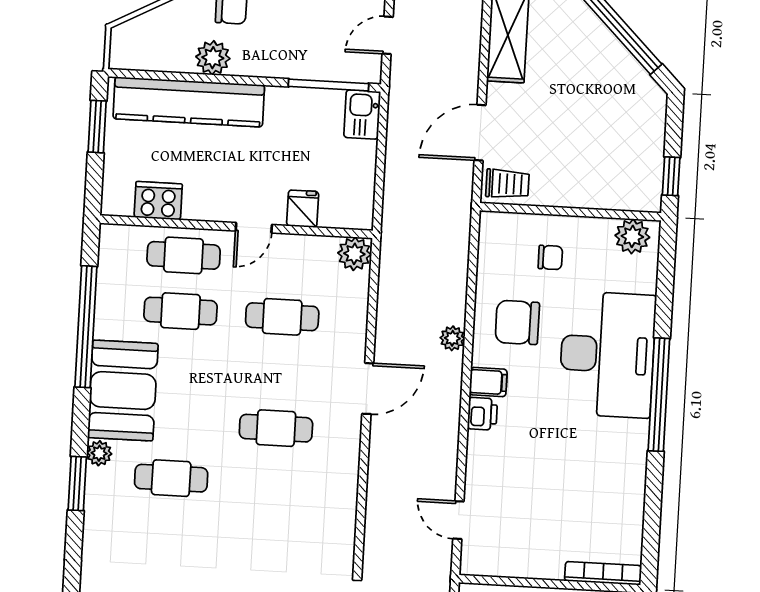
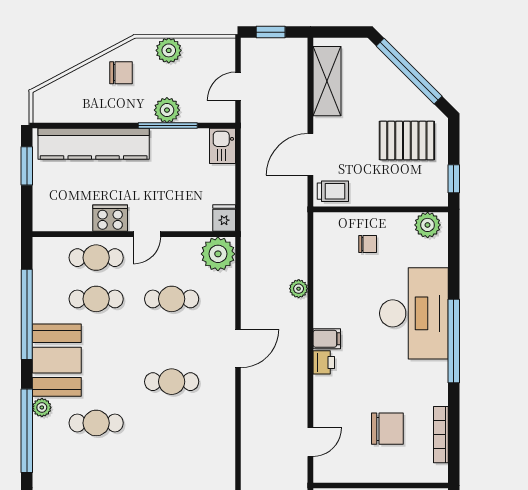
plant: (213, 58) -> (167, 110), moved
window: (329, 85) -> (168, 126), moved
pallet: (611, 121) -> (407, 141), added
cooker: (158, 201) -> (110, 218), moved
fridge: (303, 209) -> (224, 218), moved
plant: (354, 254) -> (218, 254), width x1.36, depth x1.36
chair: (517, 322) -> (387, 429), moved, turned 180
plant: (452, 338) -> (299, 289), moved
window: (77, 483) -> (27, 431), width x2.11
door: (458, 520) -> (310, 442), swing flipped
bookcase: (603, 573) -> (441, 435), moved, turned -90

